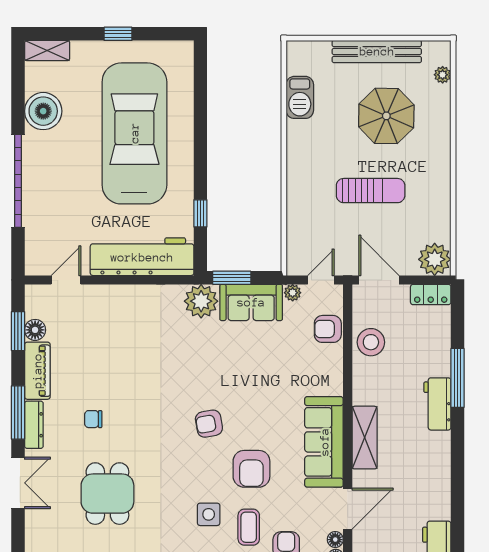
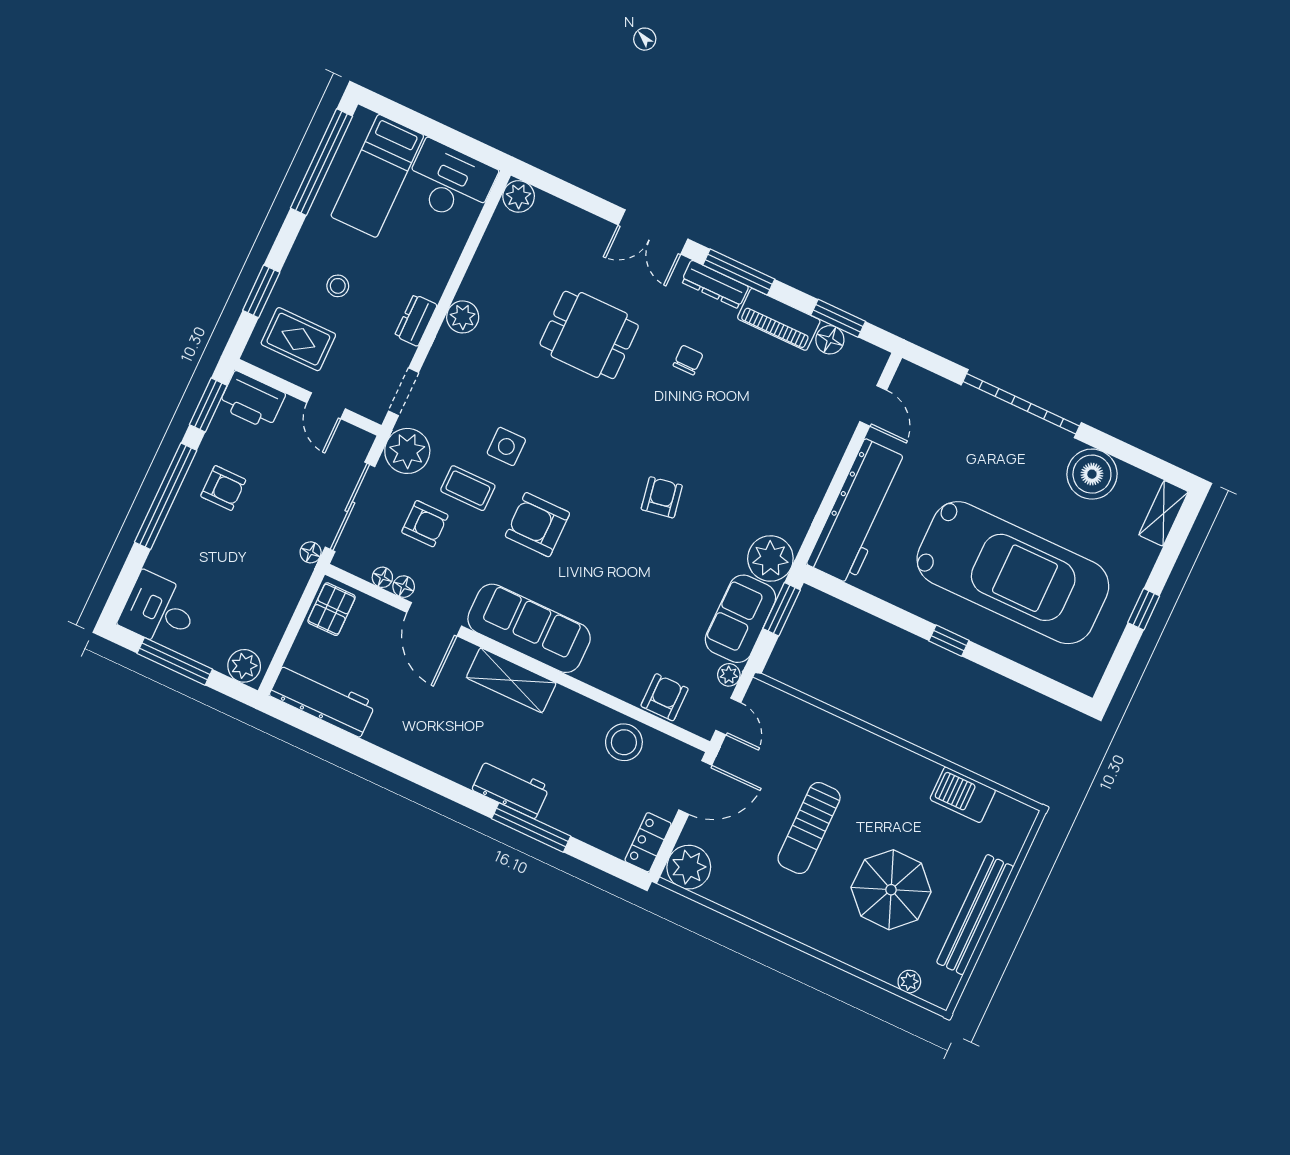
window: (200, 213) -> (949, 641), moved
armchair: (209, 424) -> (662, 497), moved

